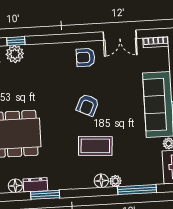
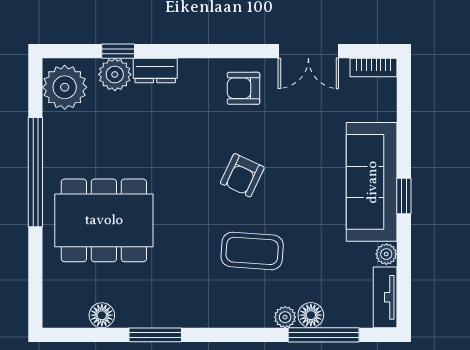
floor lamp: (101, 181) -> (311, 315), moved
dresser: (35, 185) -> (155, 70), moved, turned 180

